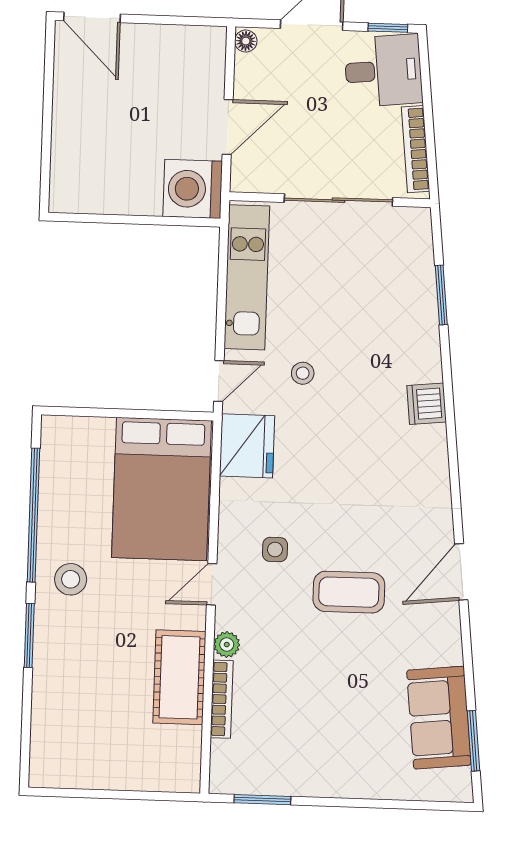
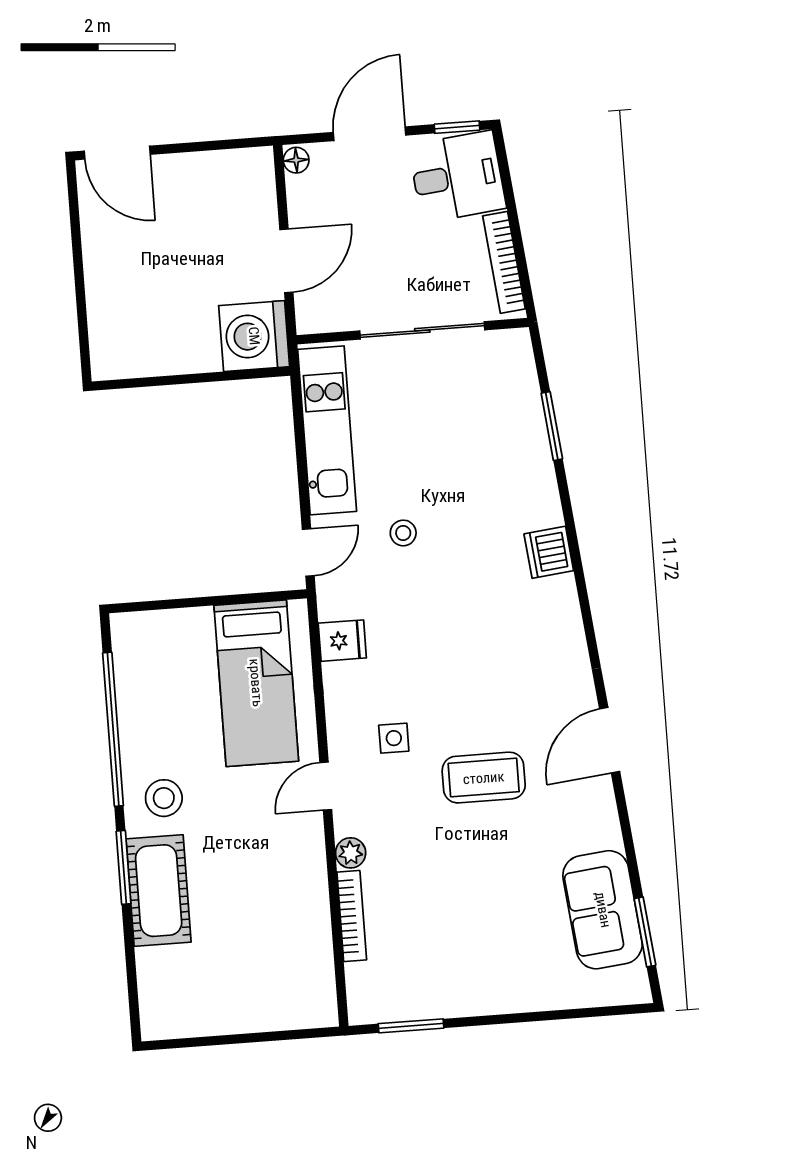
fridge: (247, 446) -> (342, 641), width x0.53, depth x0.75
bed: (161, 489) -> (256, 683), width x0.67
cot: (179, 677) -> (159, 891), moved

